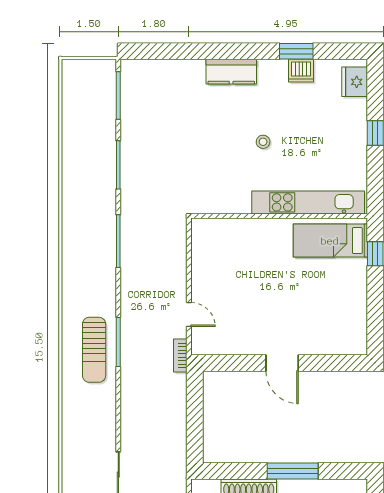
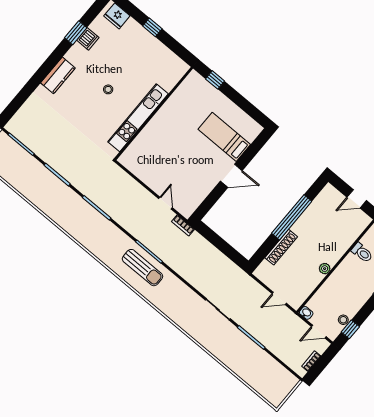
kitchen unit: (308, 202) -> (138, 118), moved
bed: (330, 241) -> (224, 137), moved, turned 90
door: (189, 315) -> (165, 203), hinge flipped
window: (293, 471) -> (292, 217), width x1.46

